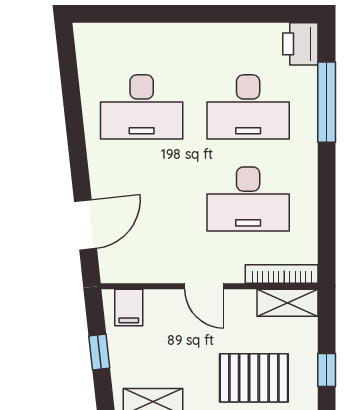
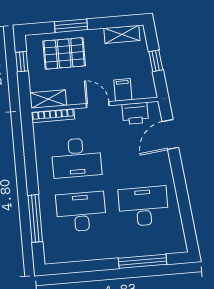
window: (151, 14) -> (143, 261), added
printer: (300, 44) -> (135, 113), moved, turned 90
desk: (248, 199) -> (76, 158), turned 180
filing cabinet: (129, 308) -> (123, 90), moved

